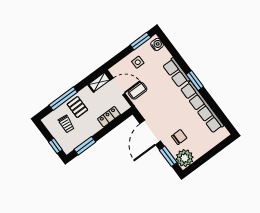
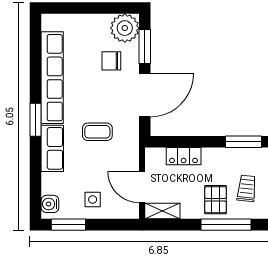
coffee table: (137, 91) -> (97, 132), moved

